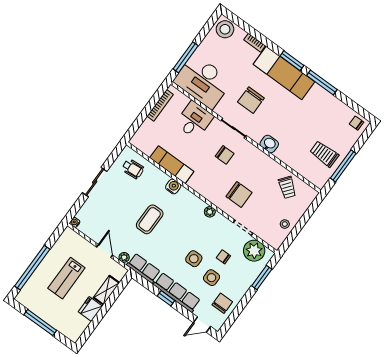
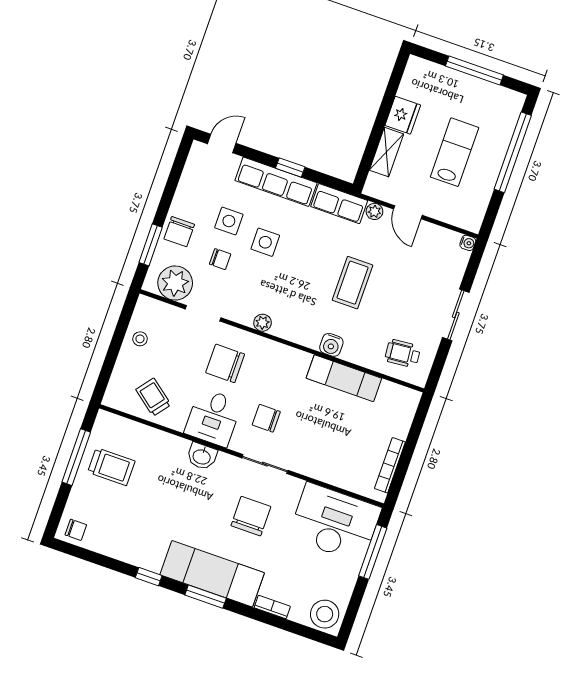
window: (322, 83) -> (149, 577), width x0.46
desk: (194, 120) -> (213, 418), moved
chair: (222, 303) -> (179, 232), moved

